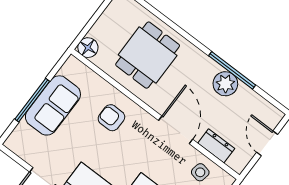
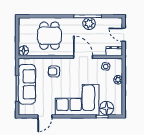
sofa: (53, 105) -> (27, 84), width x1.36
dresser: (216, 146) -> (114, 51), moved

